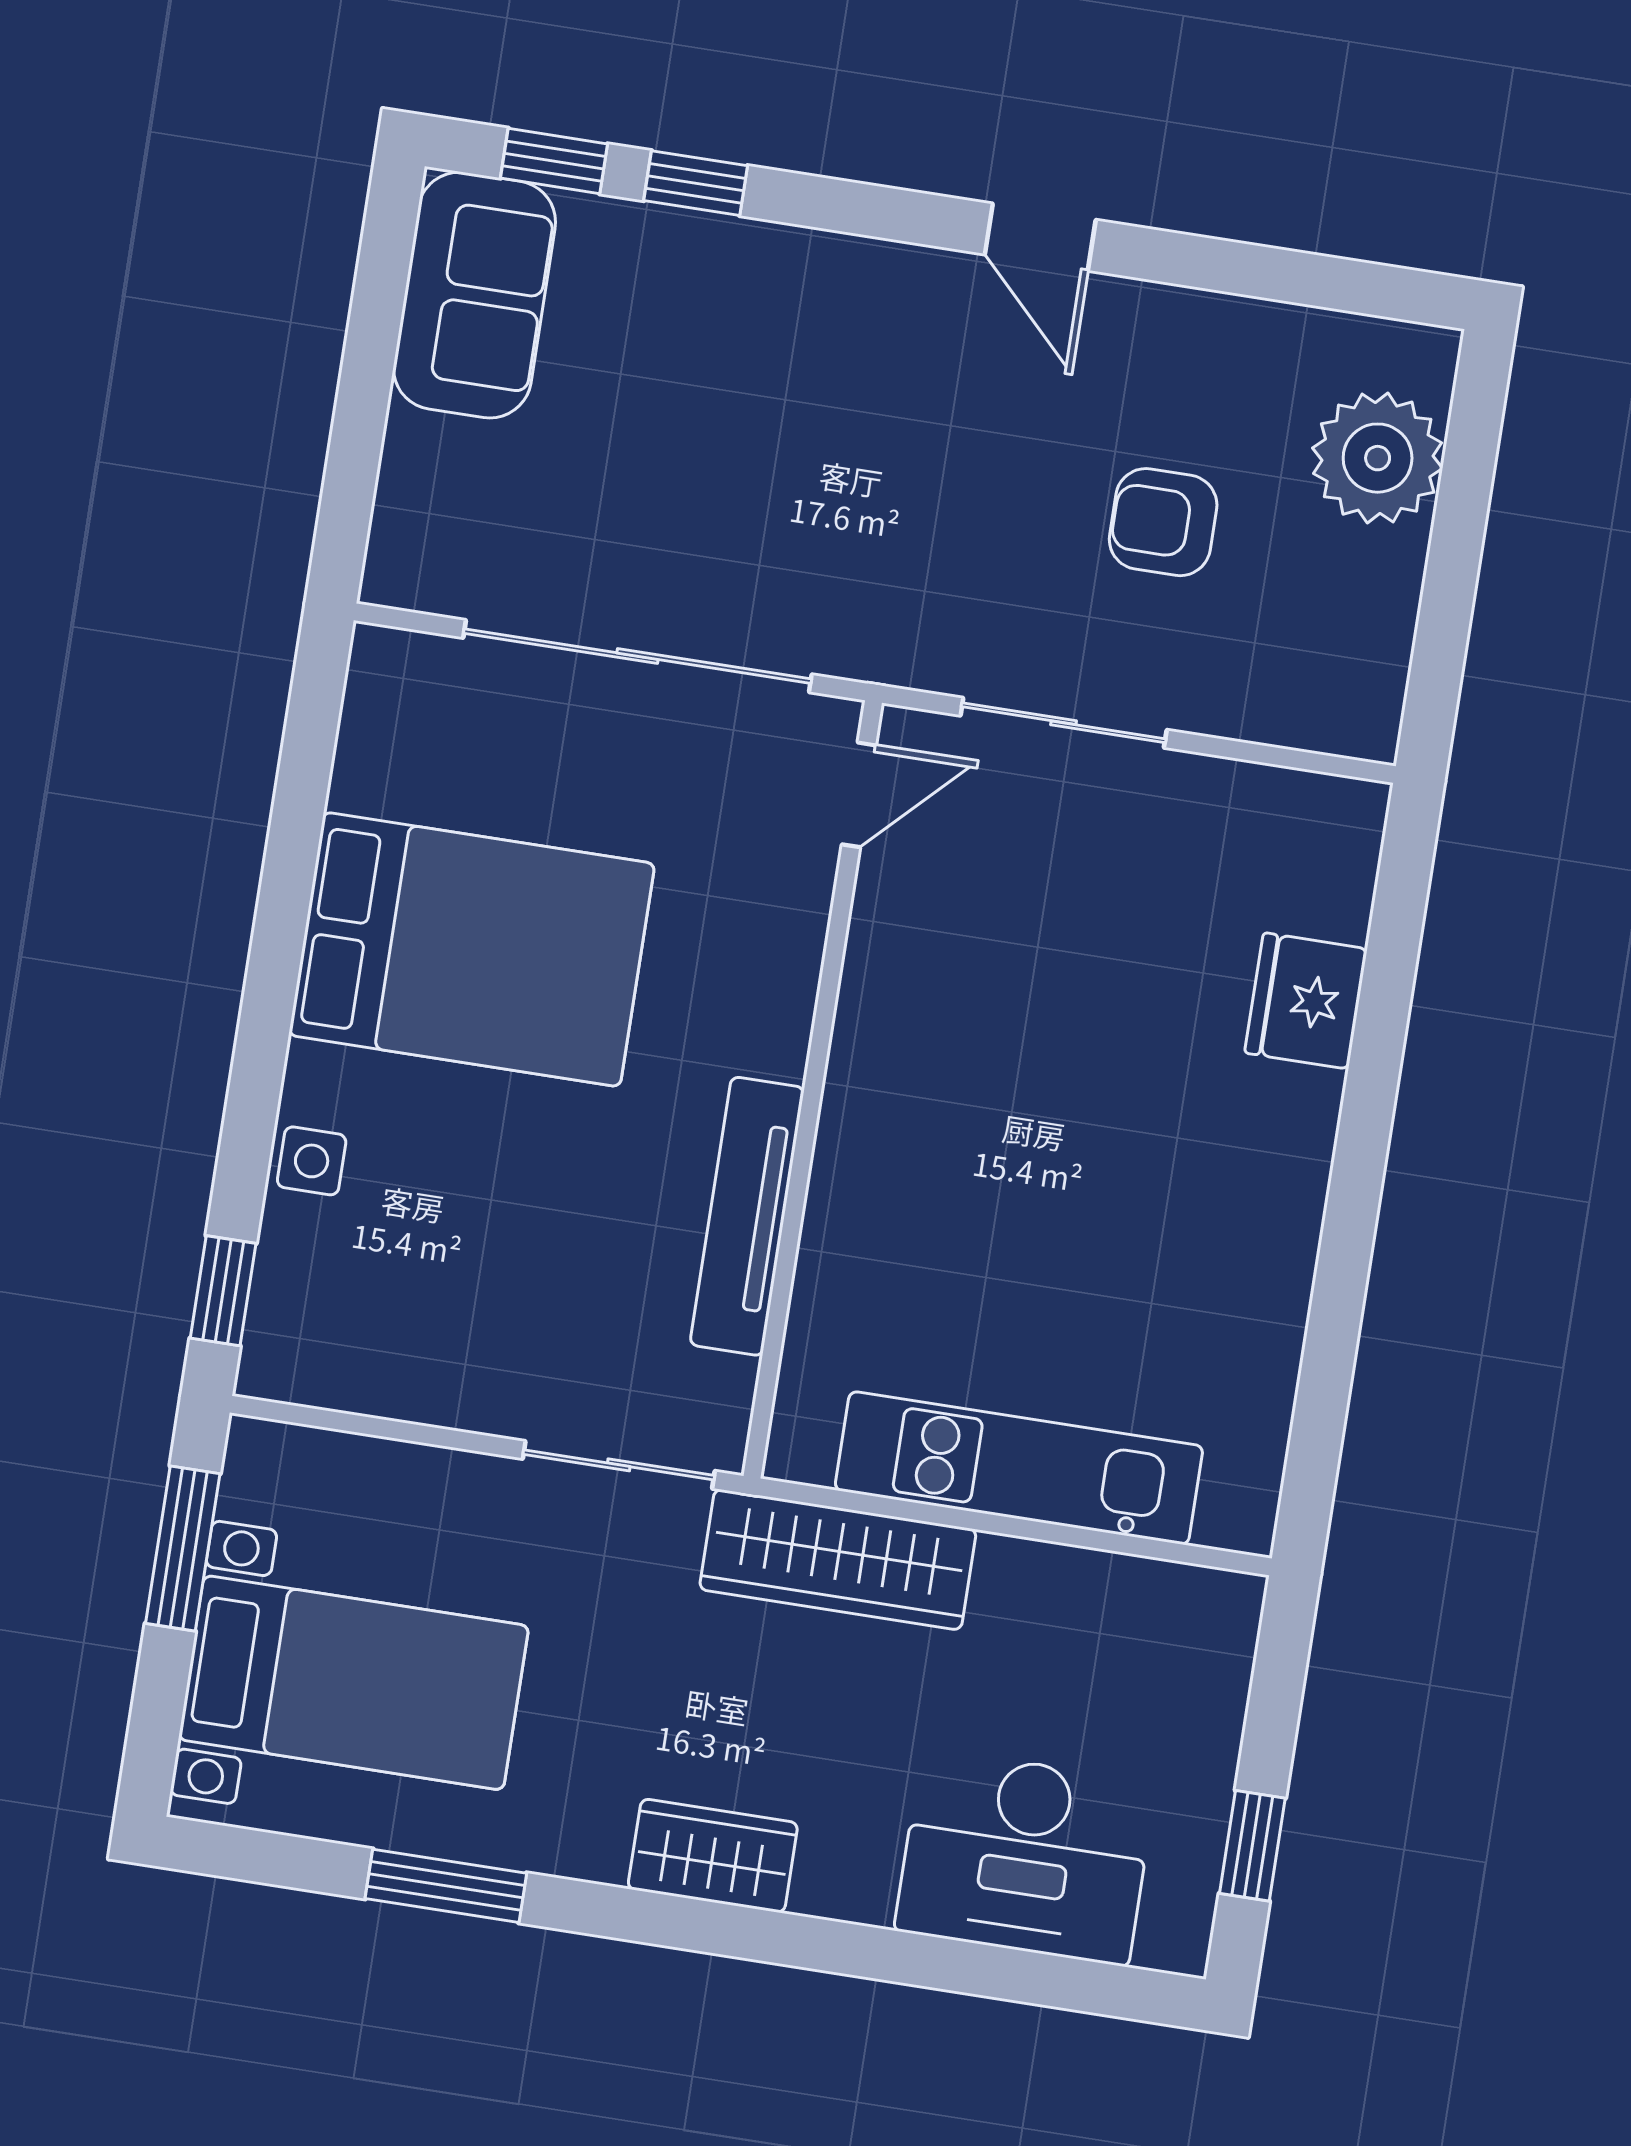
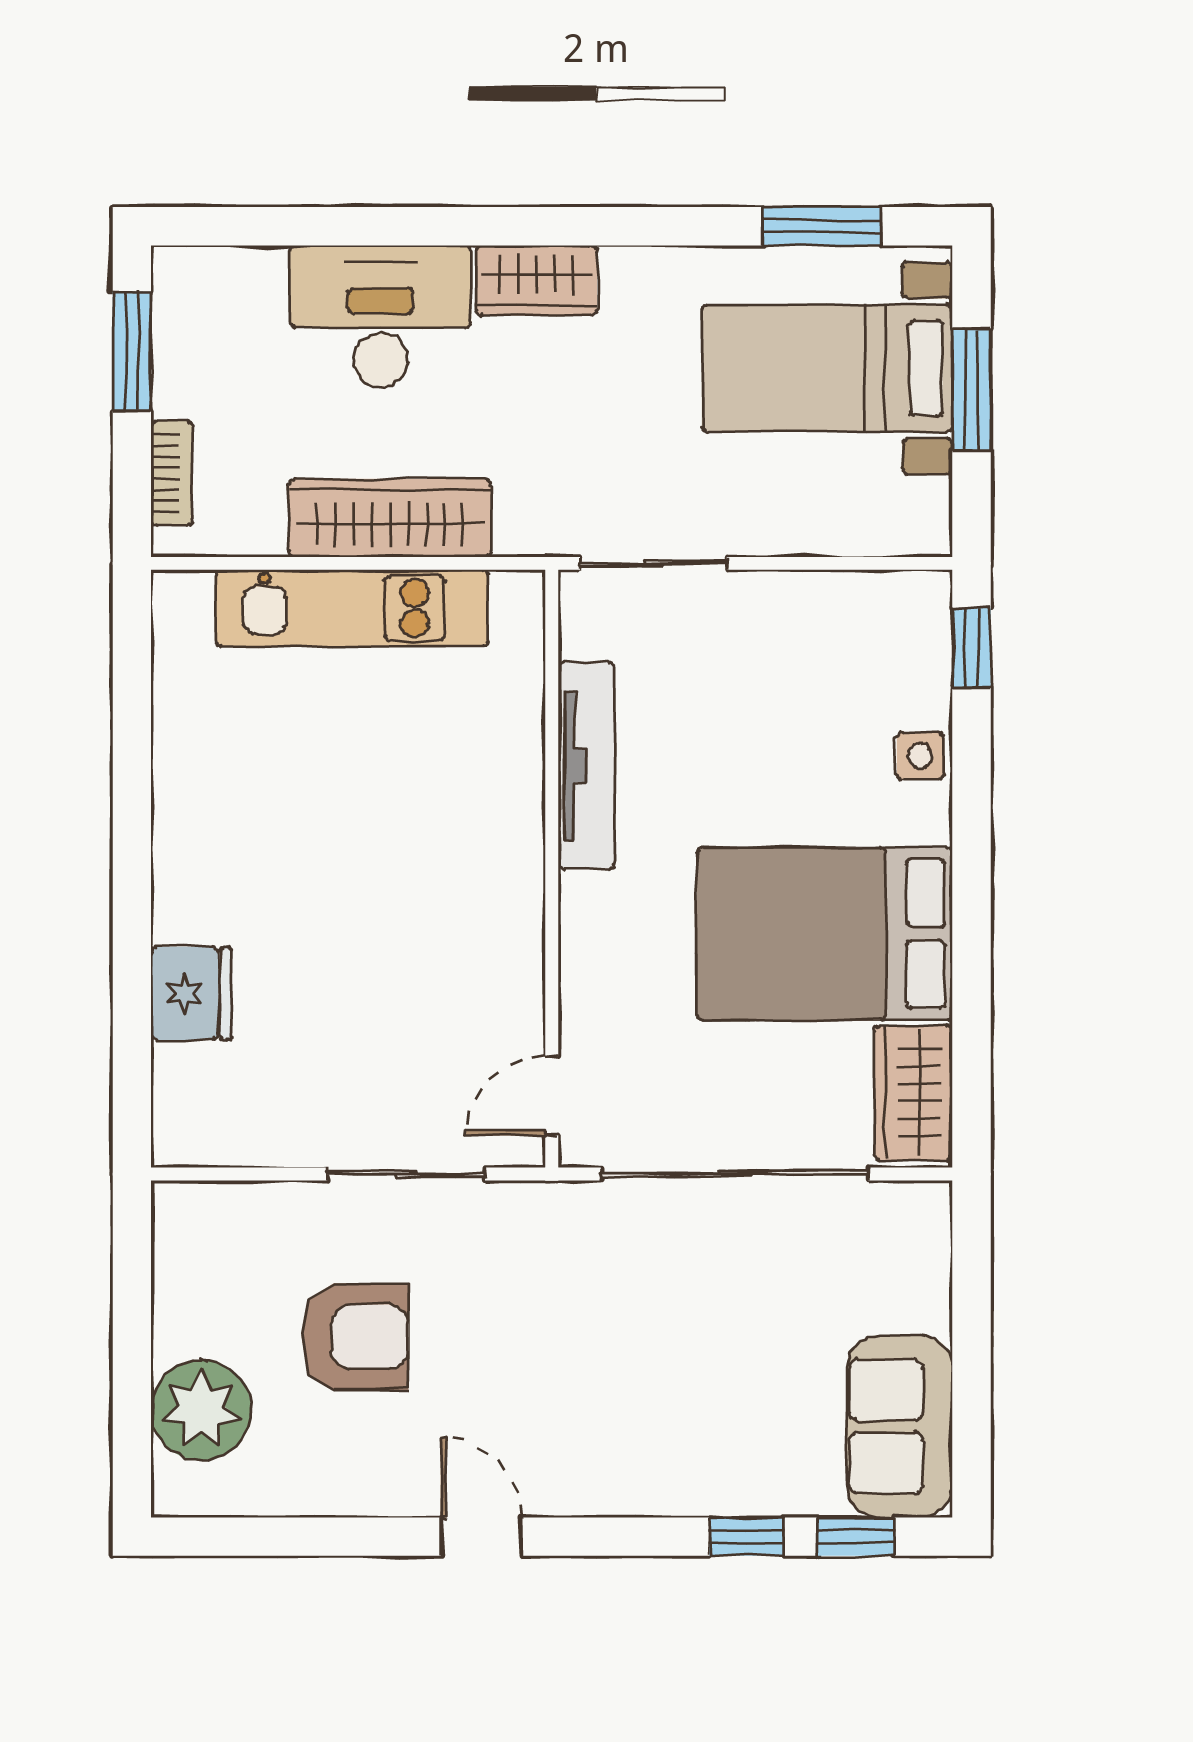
armchair: (1163, 522) -> (355, 1337), width x1.38, depth x1.38
wardrobe: (389, 725) -> (913, 1093), added
window: (183, 1548) -> (972, 390), moved
wardrobe: (838, 1560) -> (390, 518), moved
bookcase: (1225, 1680) -> (172, 473), added
window: (1252, 1846) -> (132, 351), width x1.50
desk: (1025, 1857) -> (381, 316), moved
window: (446, 1886) -> (822, 226), moved

